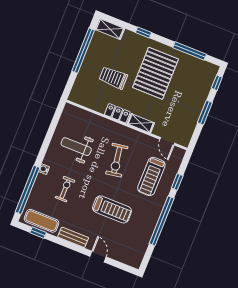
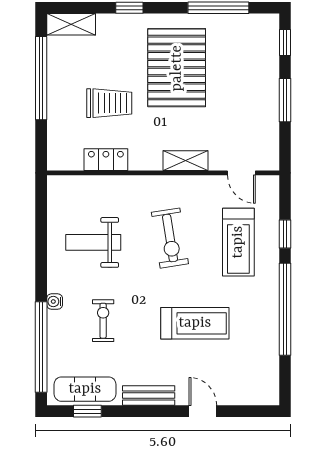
trolley: (113, 78) -> (109, 103), turned 180
locker: (117, 113) -> (106, 160), moved

